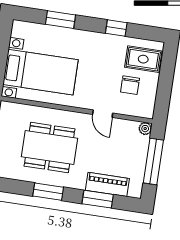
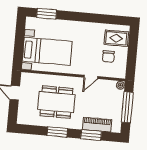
window: (61, 20) -> (47, 14), moved
window: (116, 28) -> (97, 18), removed
door: (103, 114) -> (91, 77), hinge flipped

